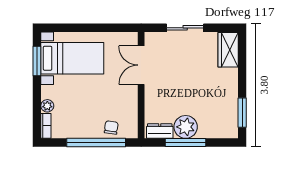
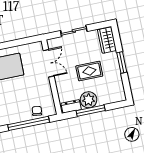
double door: (141, 65) -> (49, 63), swing flipped
rug: (195, 87) -> (89, 71), added
window: (242, 113) -> (122, 62), moved

